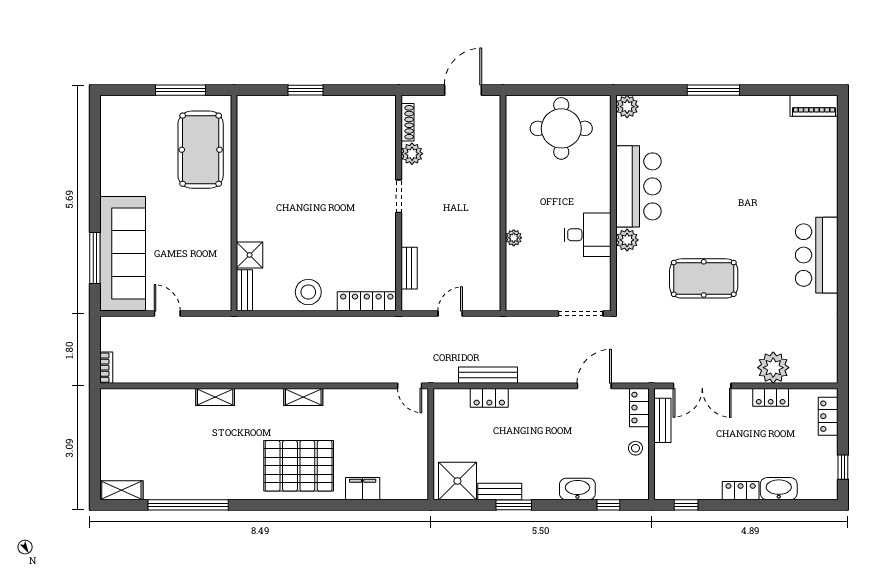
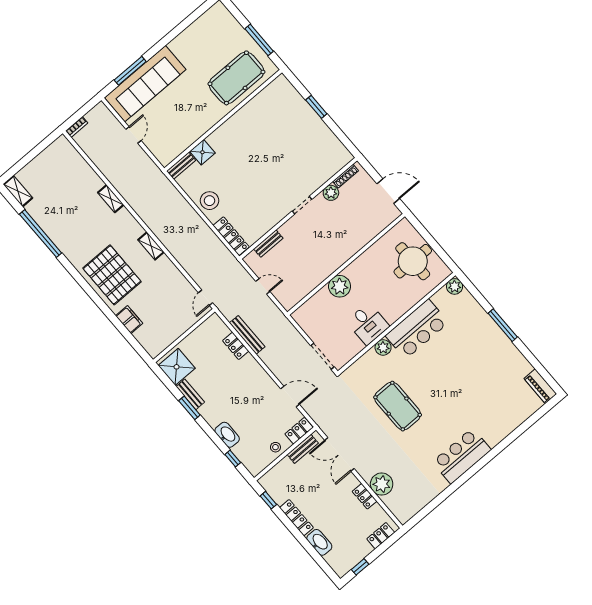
plant: (514, 238) -> (340, 286), width x1.88, depth x1.88
locker: (741, 491) -> (296, 518), width x1.53

